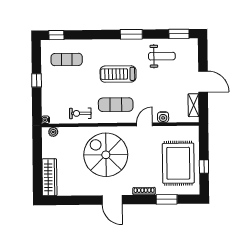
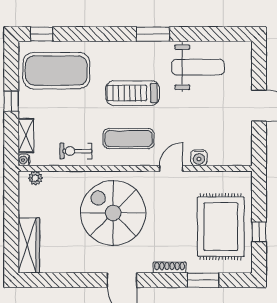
window: (179, 34) -> (224, 34), removed
weight bench: (162, 56) -> (198, 67), width x1.36, depth x1.33
exercise mat: (67, 59) -> (56, 71), width x2.00, depth x1.45
shelving: (193, 105) -> (26, 136), moved

